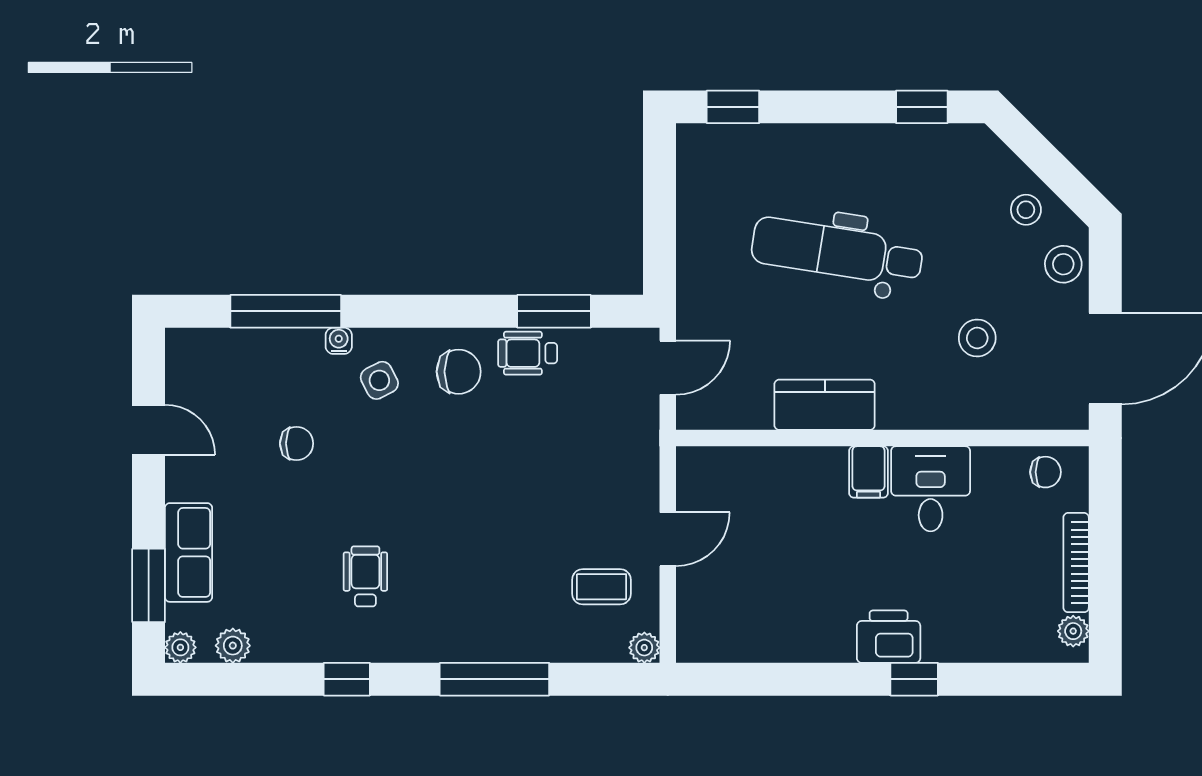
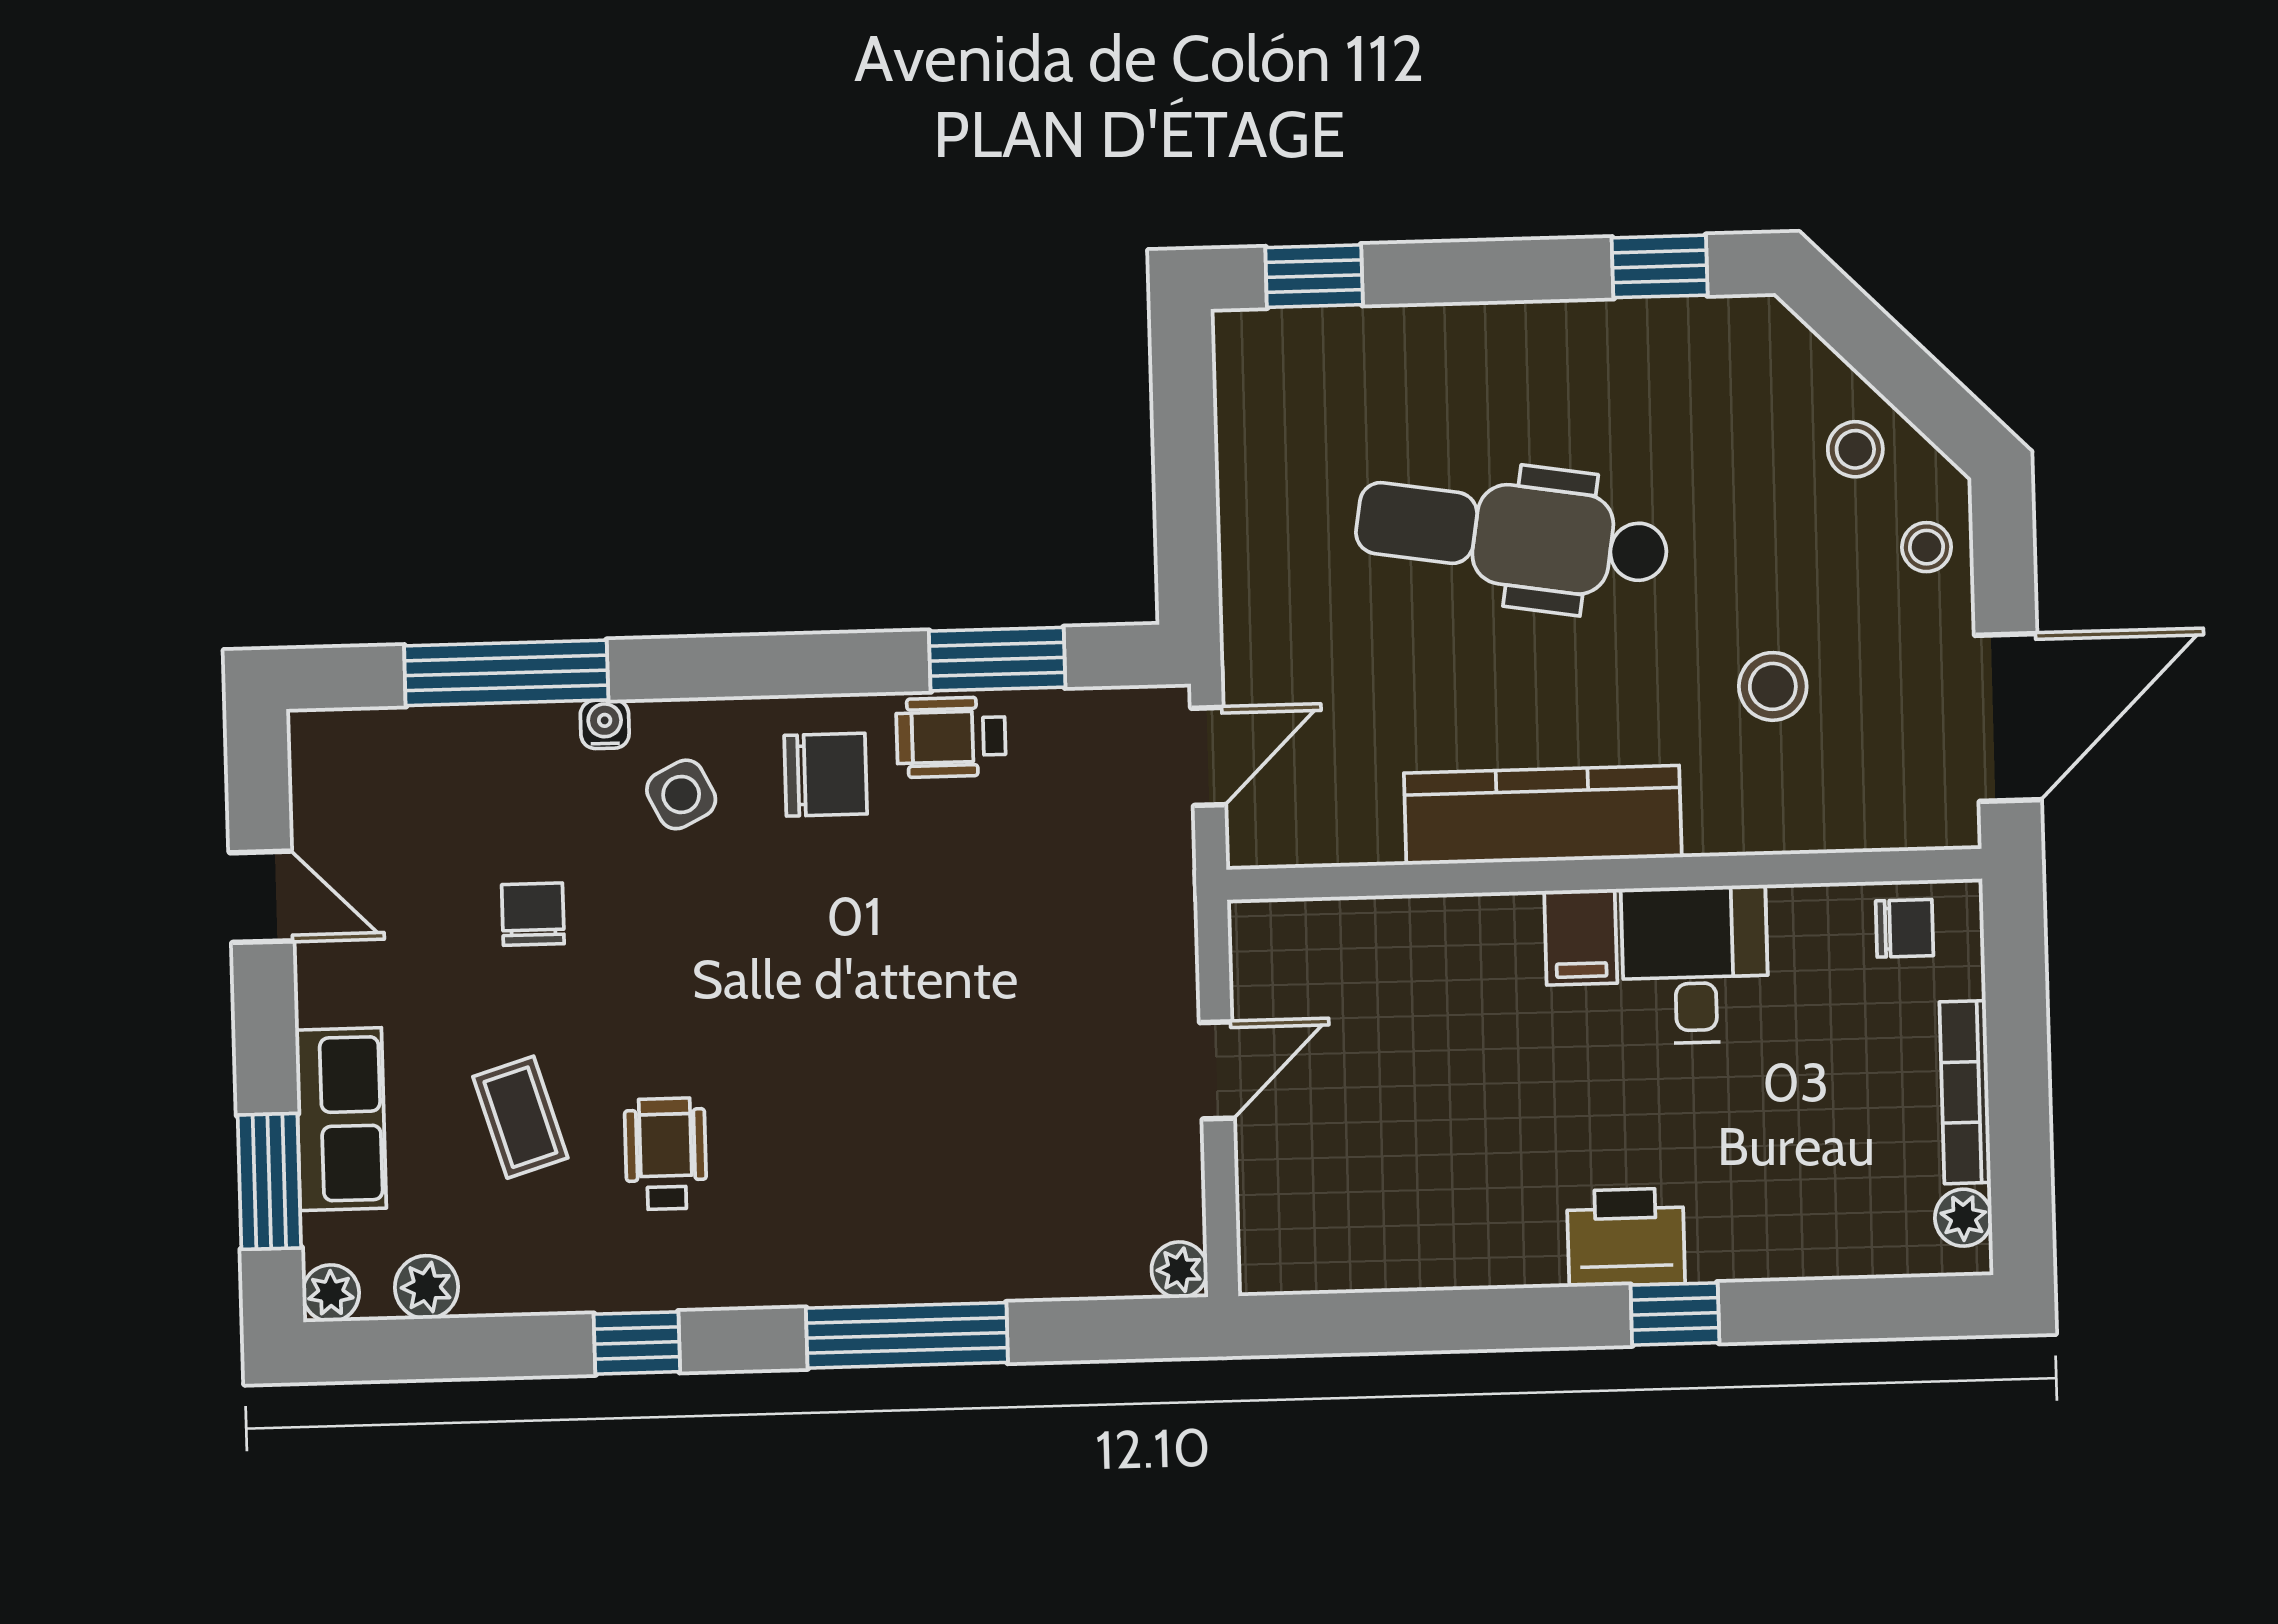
stool: (1063, 264) -> (1926, 547), width x0.73, depth x0.73
kitchen counter: (825, 405) -> (1543, 815), width x1.50
chair: (297, 443) -> (533, 914), turned -90
coffee table: (601, 587) -> (520, 1117), moved, turned 73

